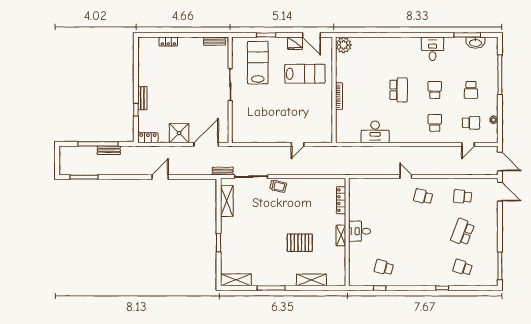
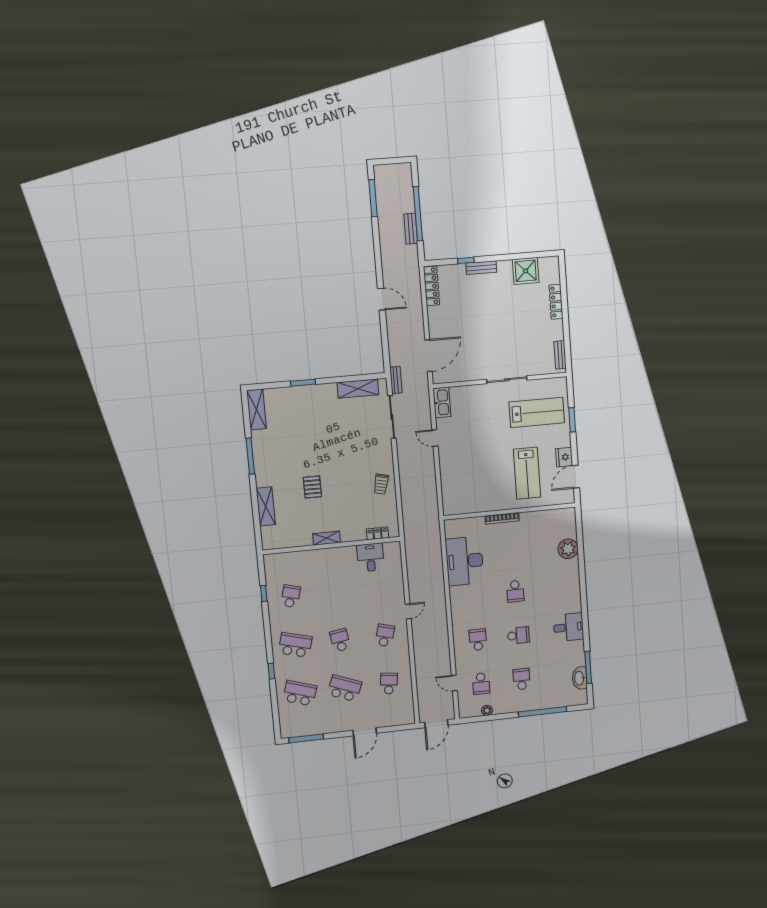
locker: (168, 42) -> (556, 302), width x1.53
plant: (344, 45) -> (568, 549), moved
school desk: (399, 90) -> (515, 591), width x0.54
school desk: (471, 90) -> (522, 679), turned 90
school desk: (435, 123) -> (478, 640), turned -90
desk: (375, 132) -> (465, 561), width x1.36, depth x1.30
shower: (179, 133) -> (526, 271), moved
kitchen sink: (243, 137) -> (442, 402), added
locker: (148, 138) -> (432, 286), width x1.53
door: (206, 144) -> (428, 356), hinge flipped
door: (298, 144) -> (435, 438), moved
trolley: (278, 186) -> (381, 484), moved
door: (500, 192) -> (365, 732), moved
locker: (341, 200) -> (377, 533), width x0.66
desk: (360, 231) -> (370, 557), moved
school desk: (423, 232) -> (340, 640), added
pallet: (300, 243) -> (312, 487), width x0.67, depth x0.71
school desk: (423, 267) -> (295, 645), added
school desk: (463, 267) -> (300, 693), width x1.85

